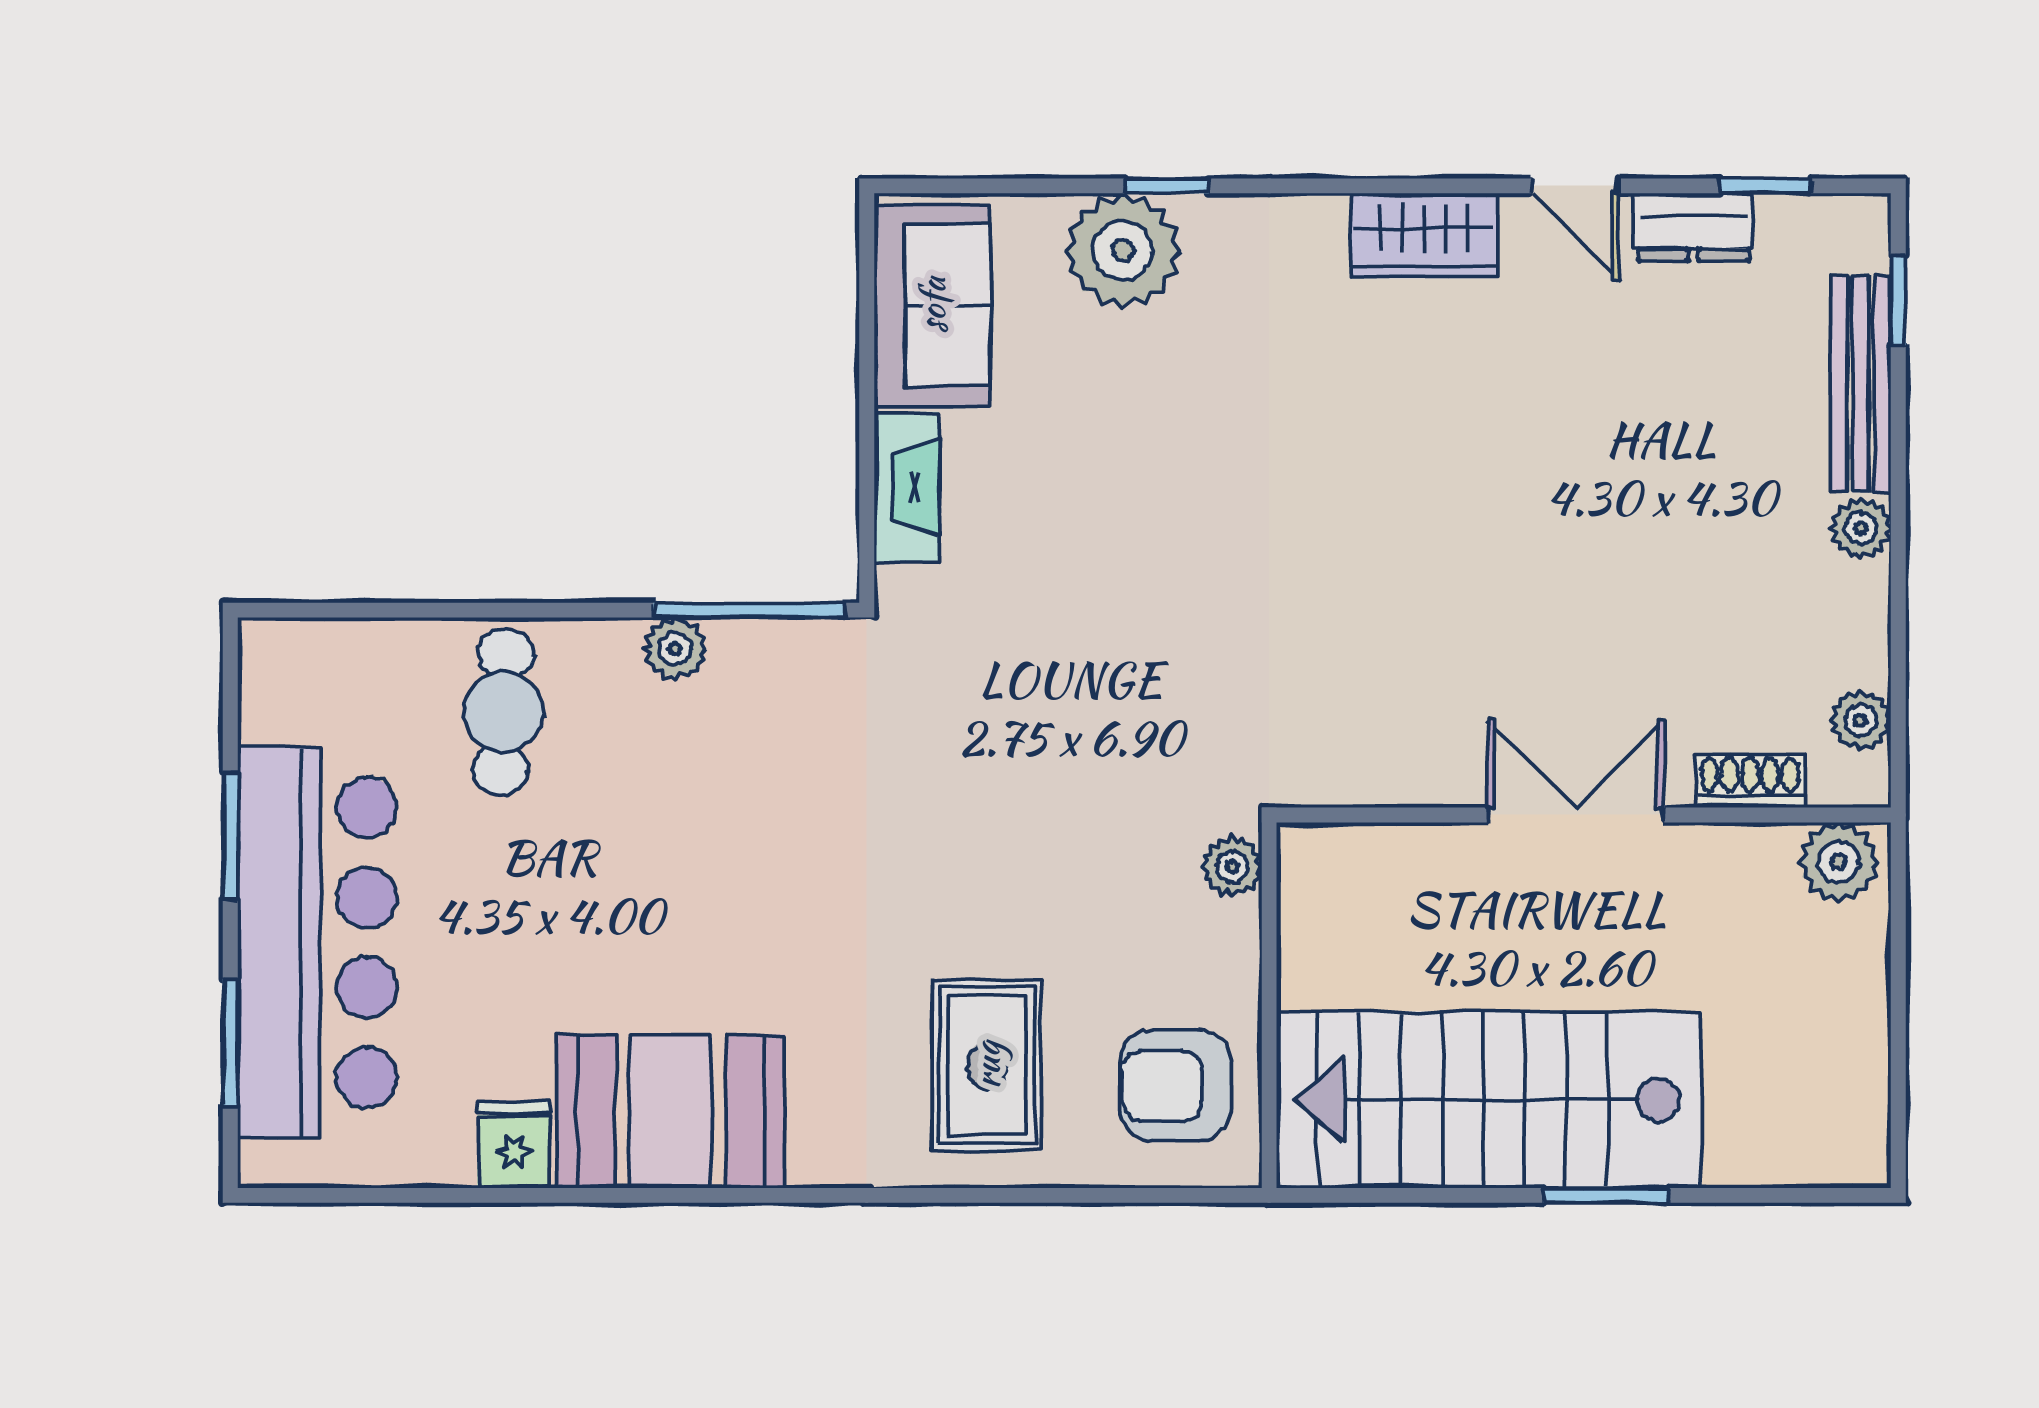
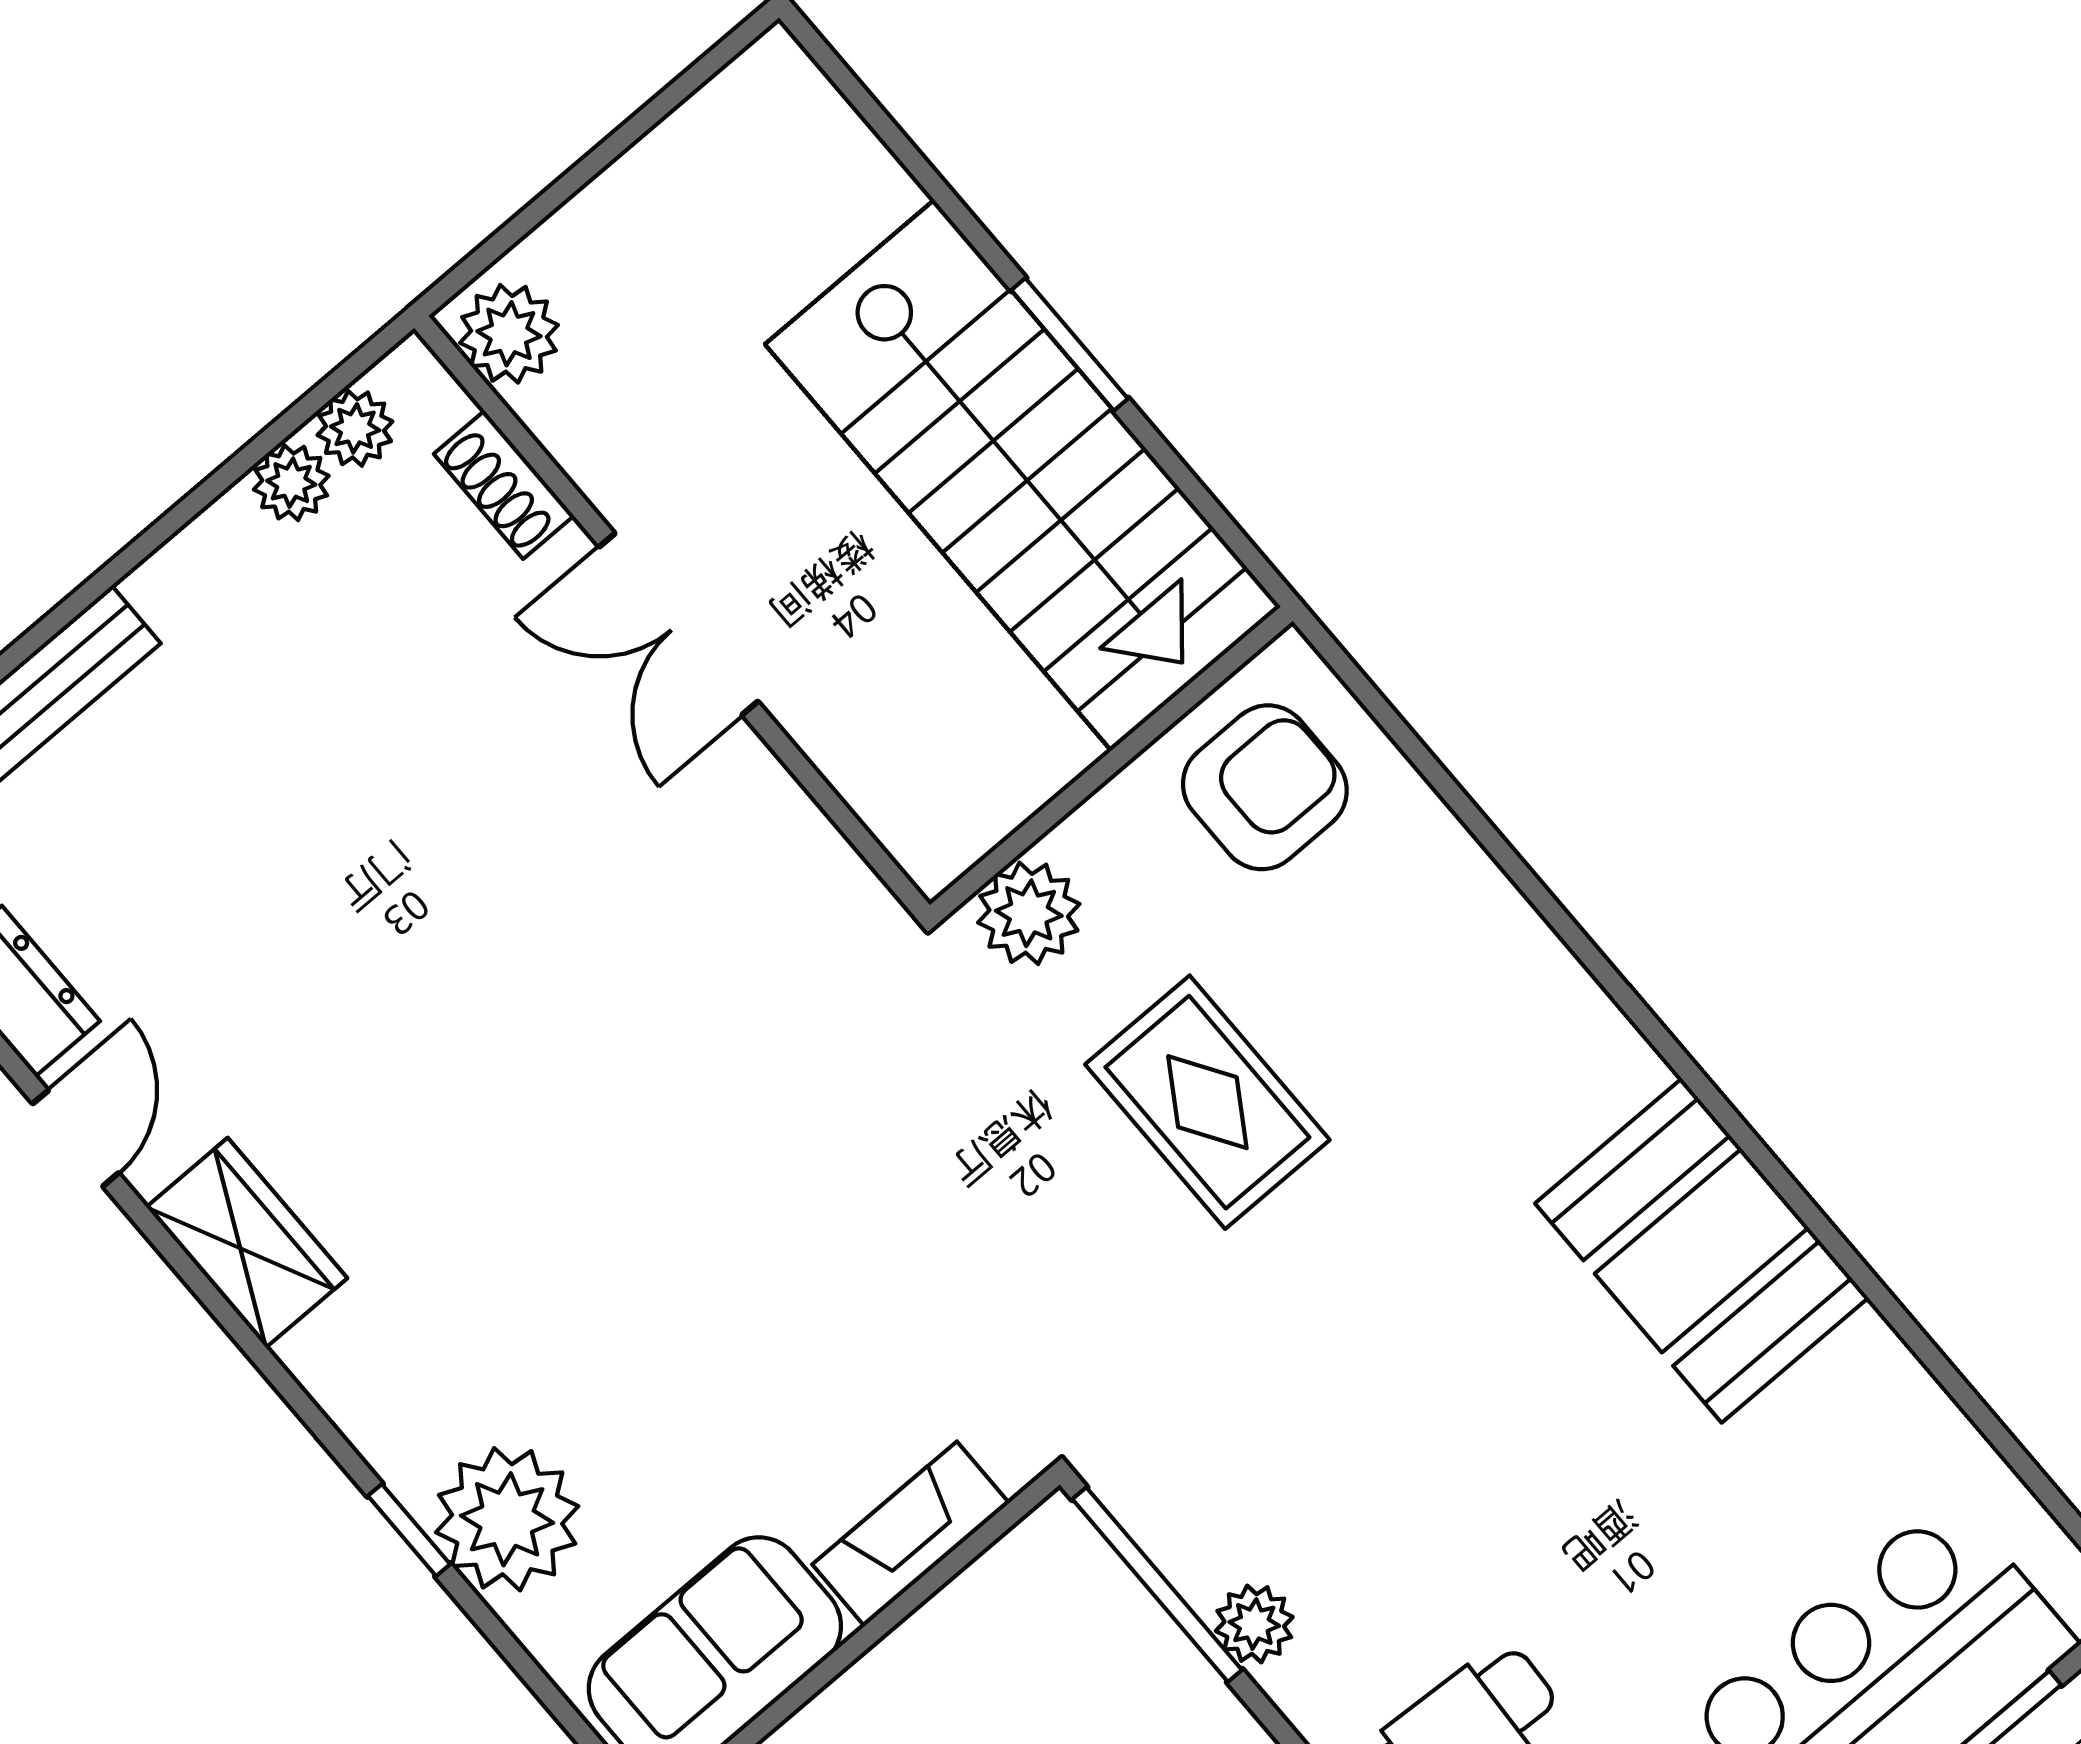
plant: (1861, 528) -> (291, 483), moved
plant: (1232, 867) -> (1029, 913), width x1.38, depth x1.38
rug: (987, 1065) -> (1207, 1102), moved, turned 90
armchair: (1175, 1086) -> (1265, 787), turned -90
fridge: (514, 1145) -> (1862, 1374), removed
window: (1606, 1195) -> (1070, 344), moved

